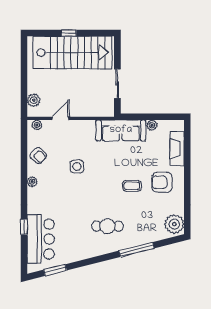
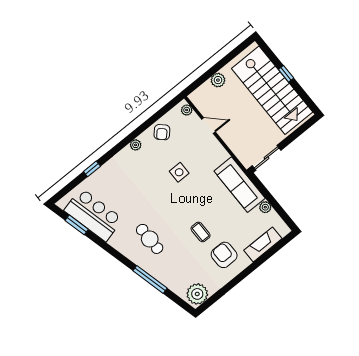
sliding door: (117, 84) -> (266, 158), moved
plant: (34, 100) -> (218, 80), moved
bar counter: (41, 239) -> (93, 215), moved, turned -104

